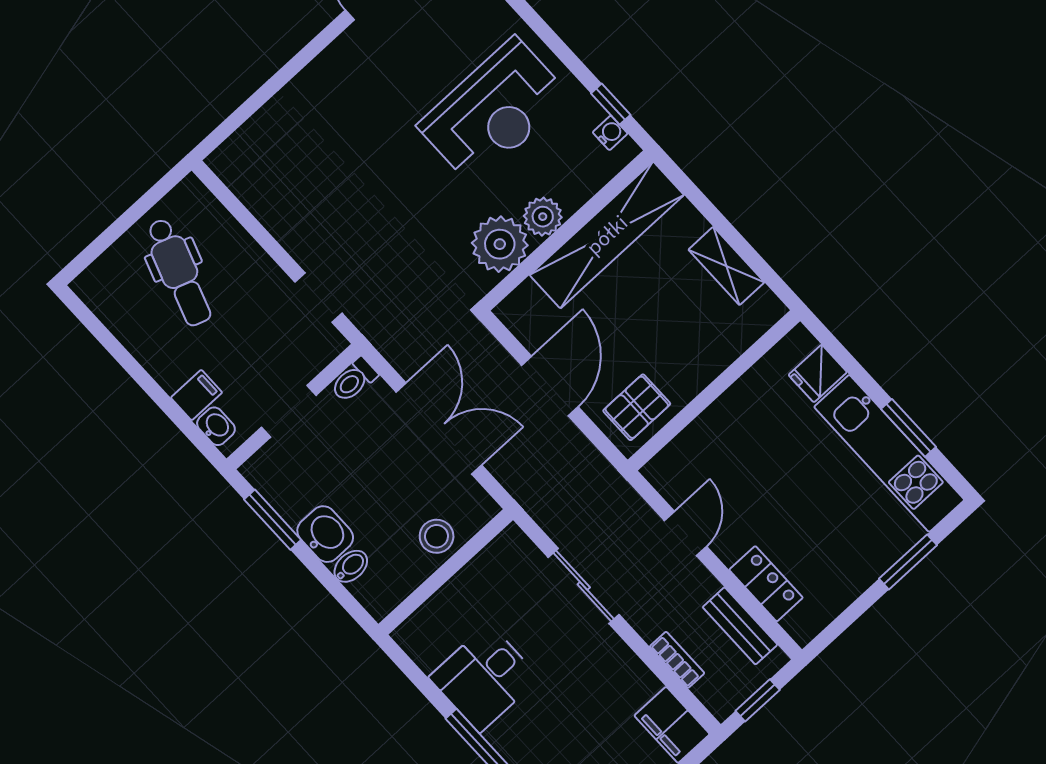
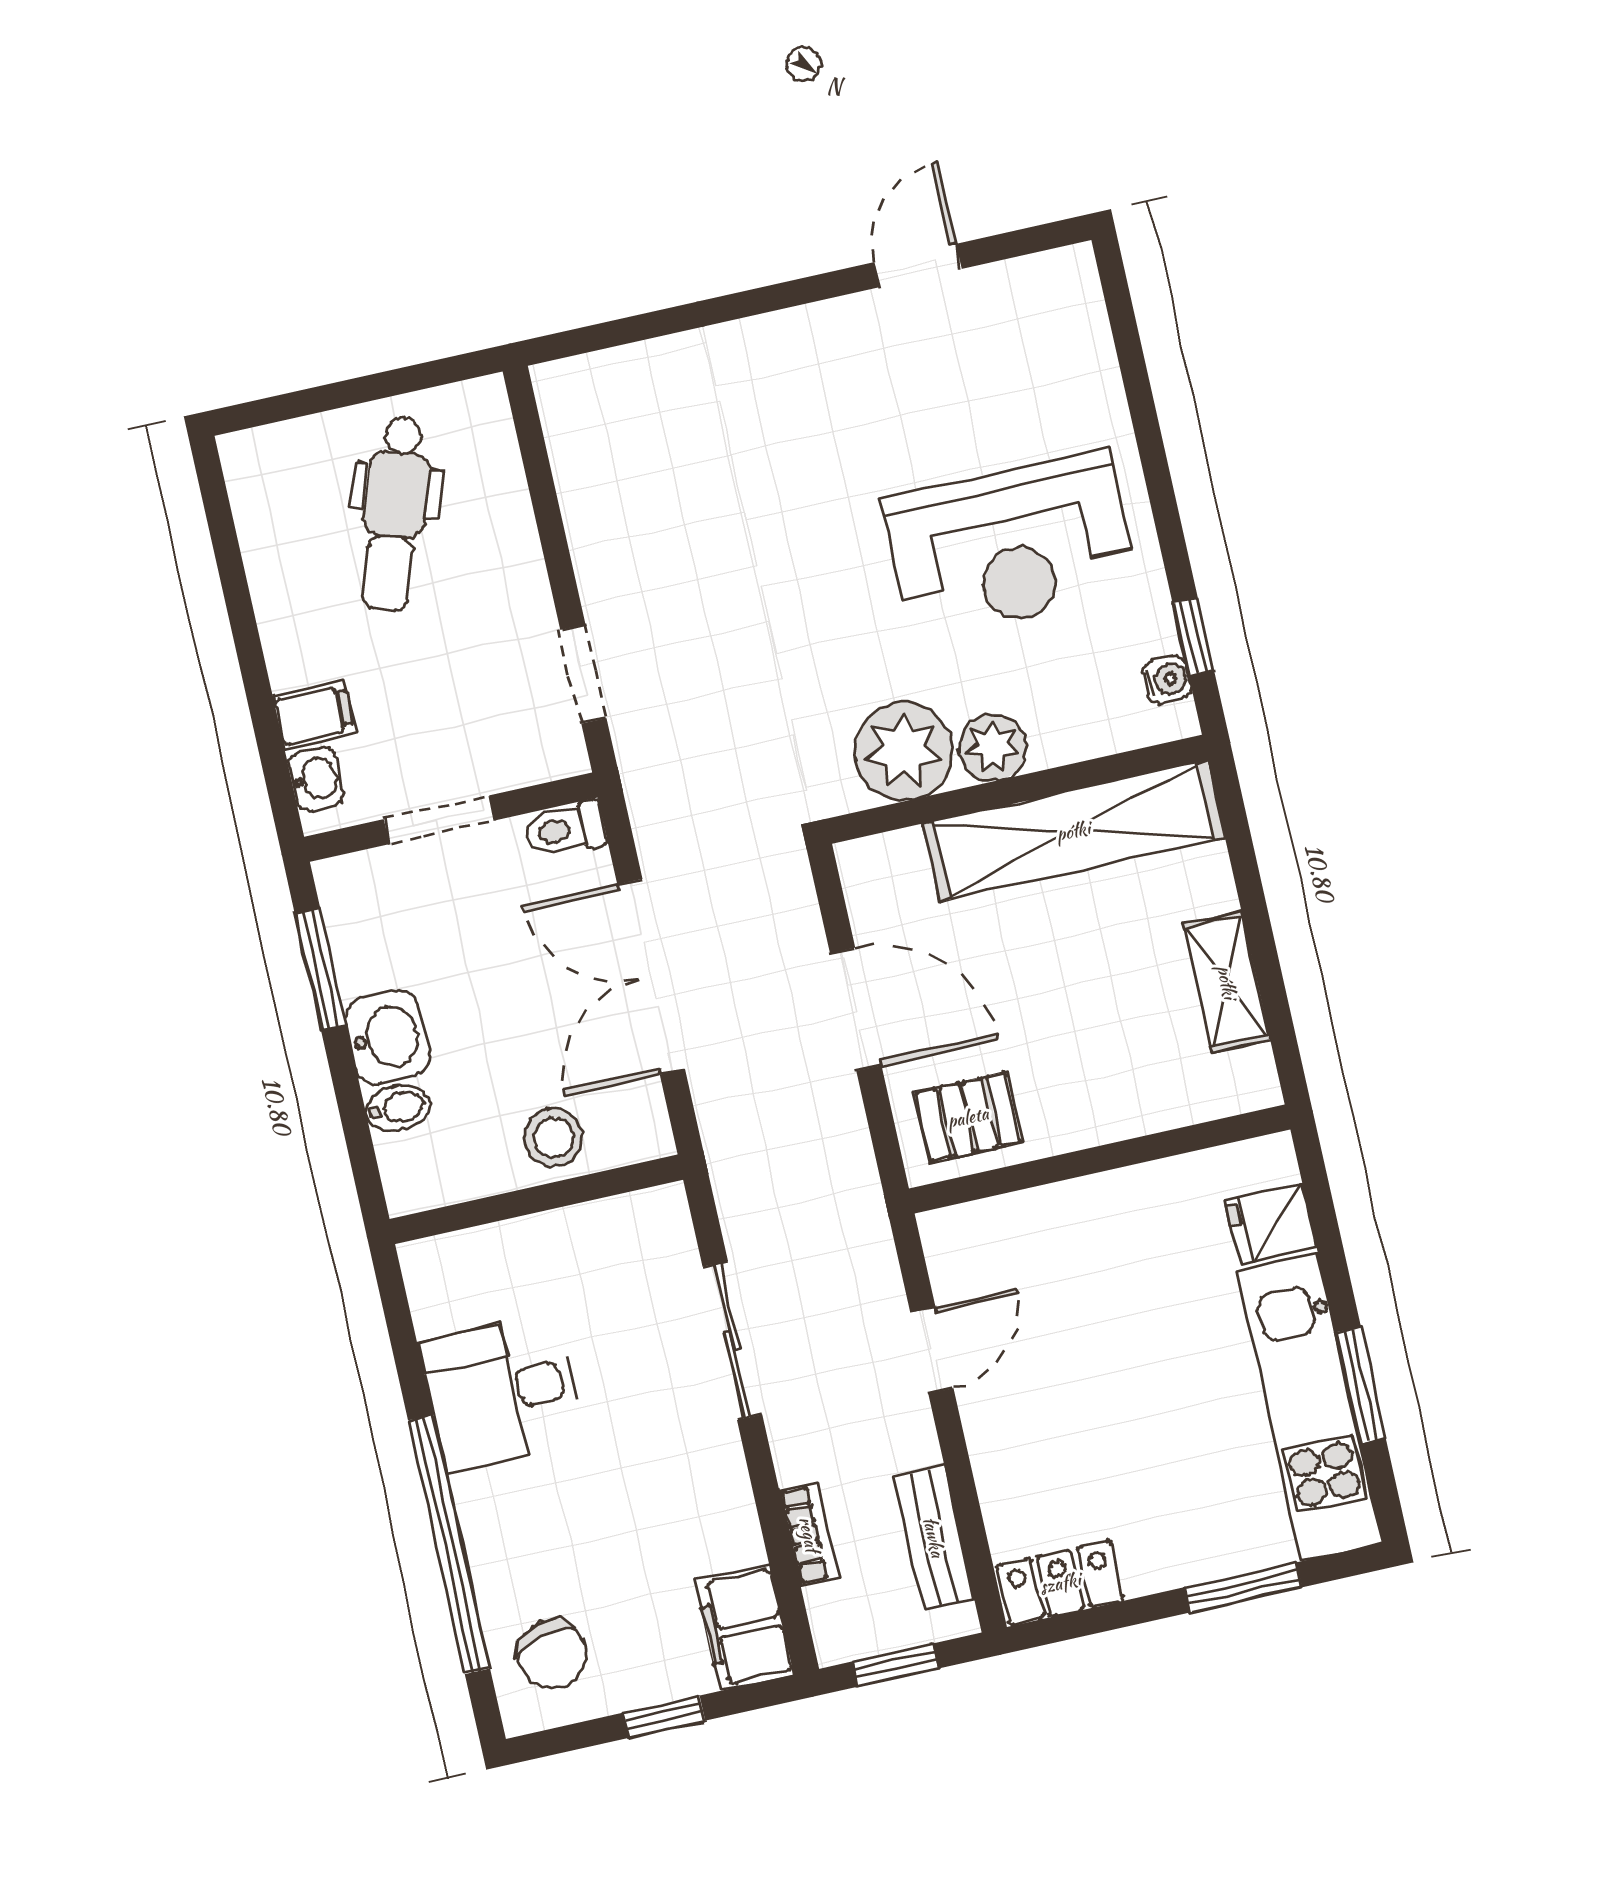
door: (550, 386) -> (856, 1009), hinge flipped
double door: (439, 428) -> (651, 977), swing flipped
locker: (766, 584) -> (1060, 1583), moved, turned -90

